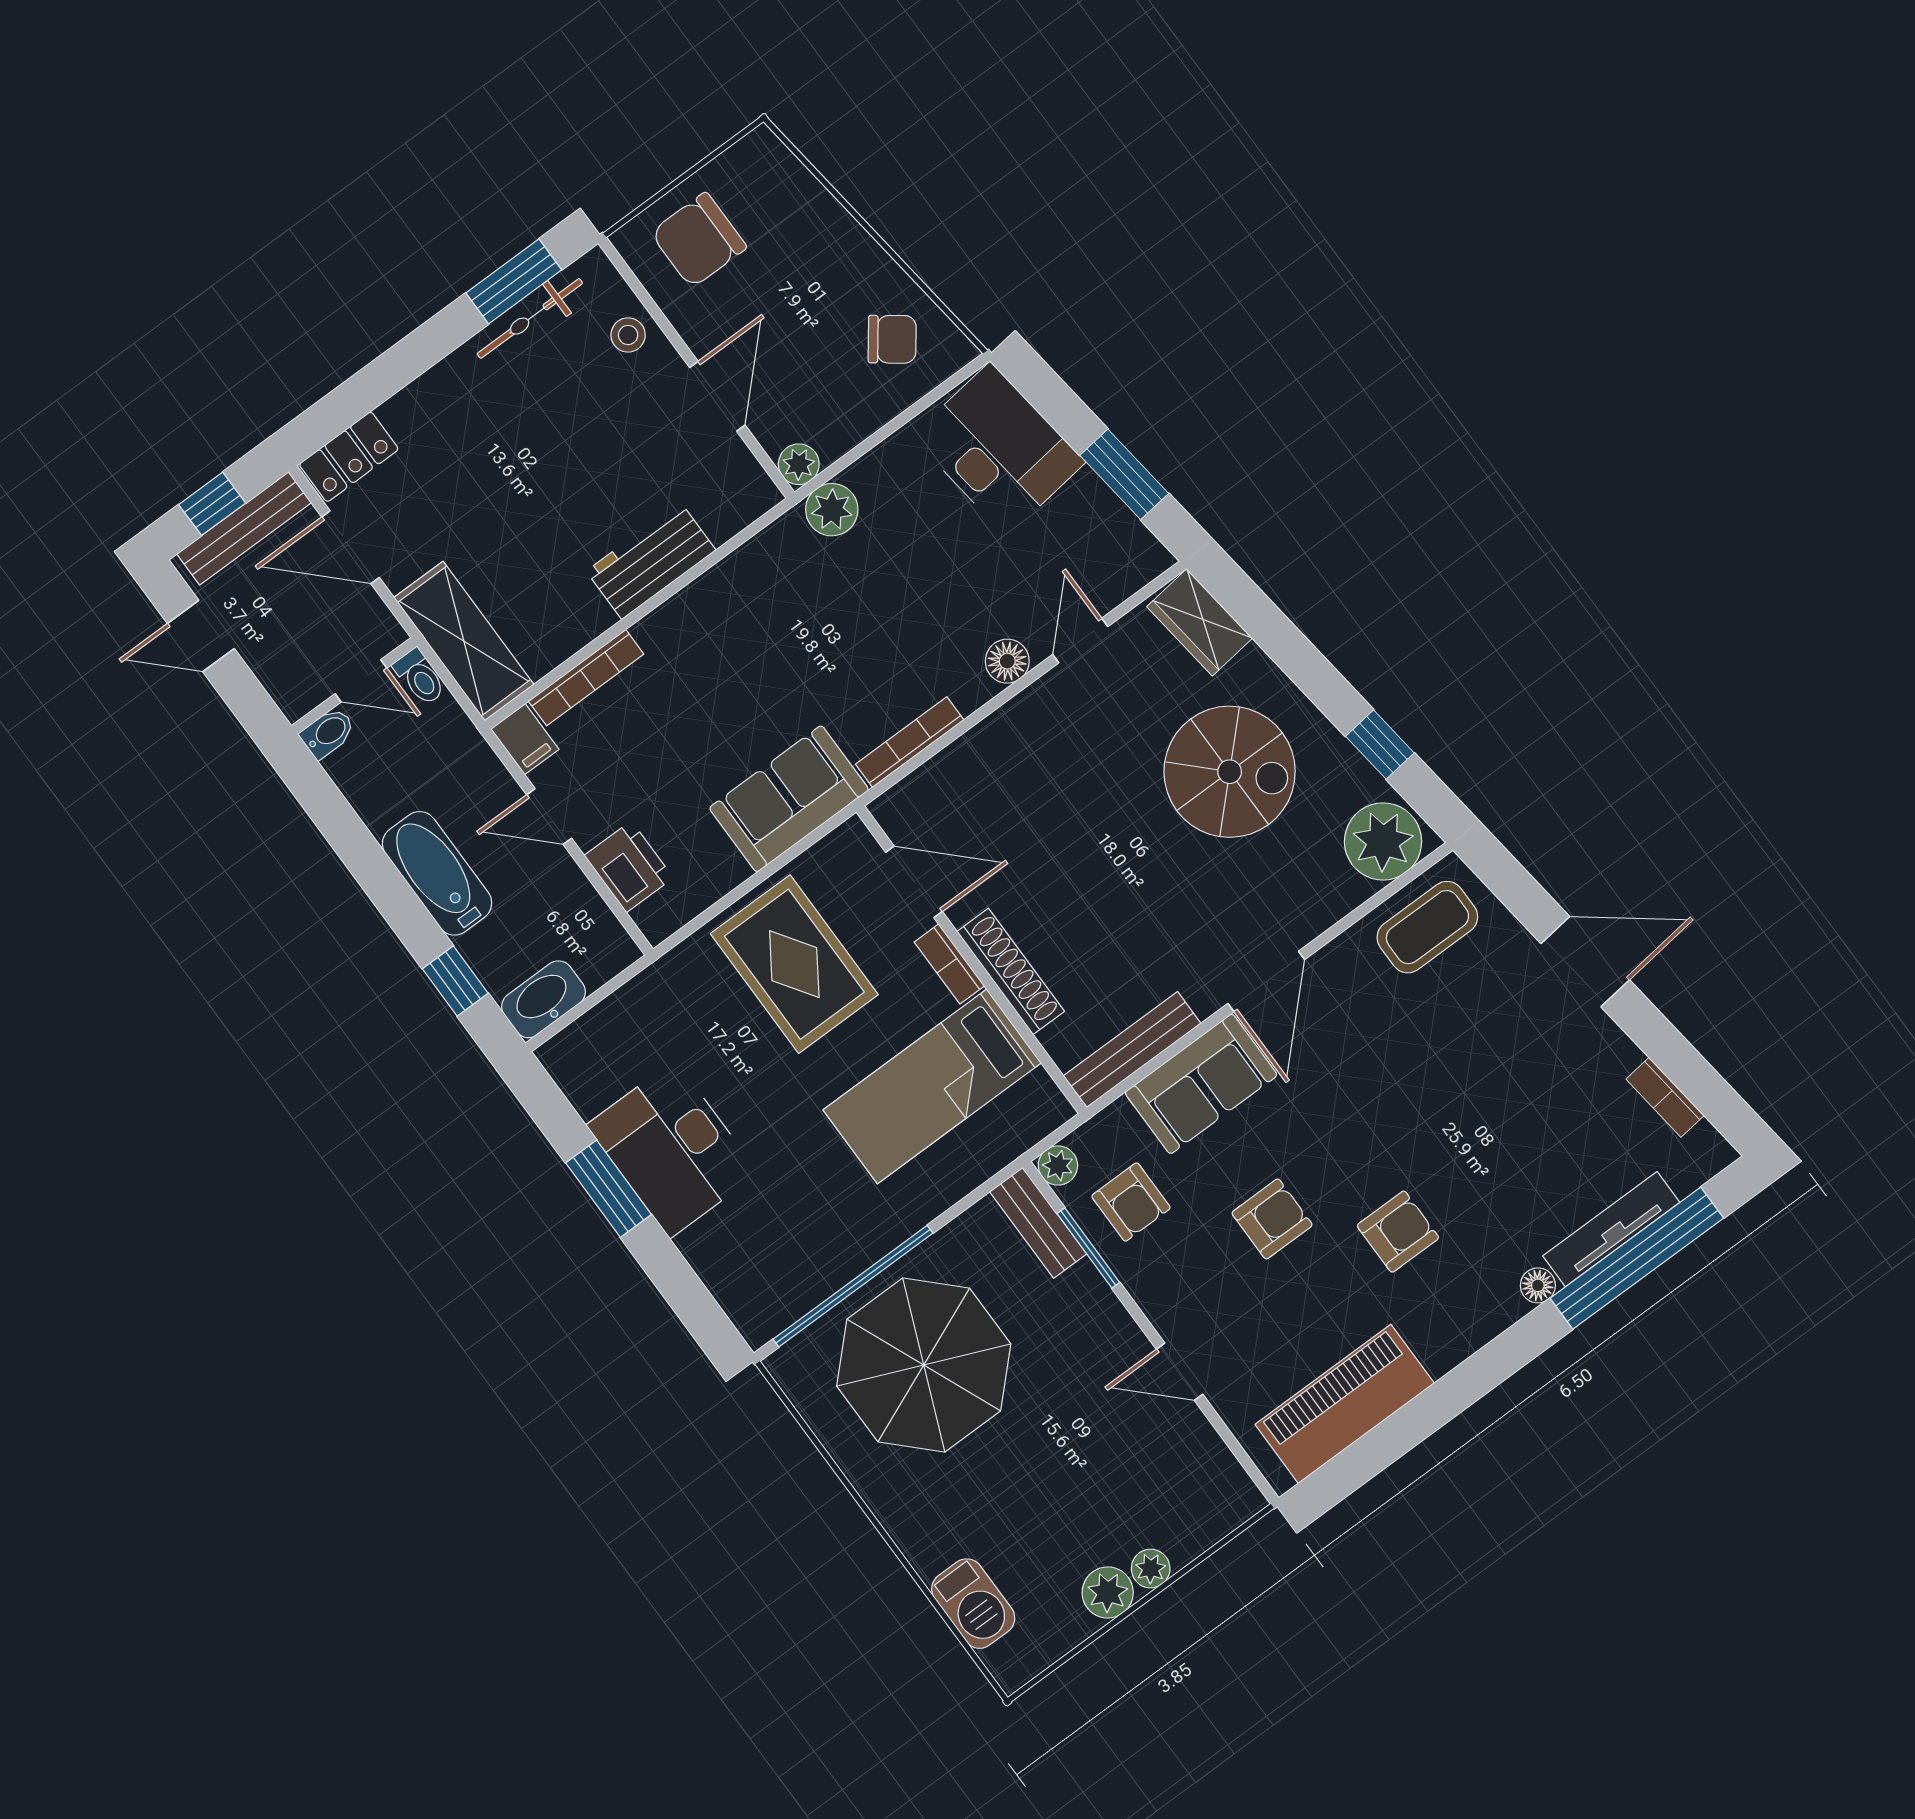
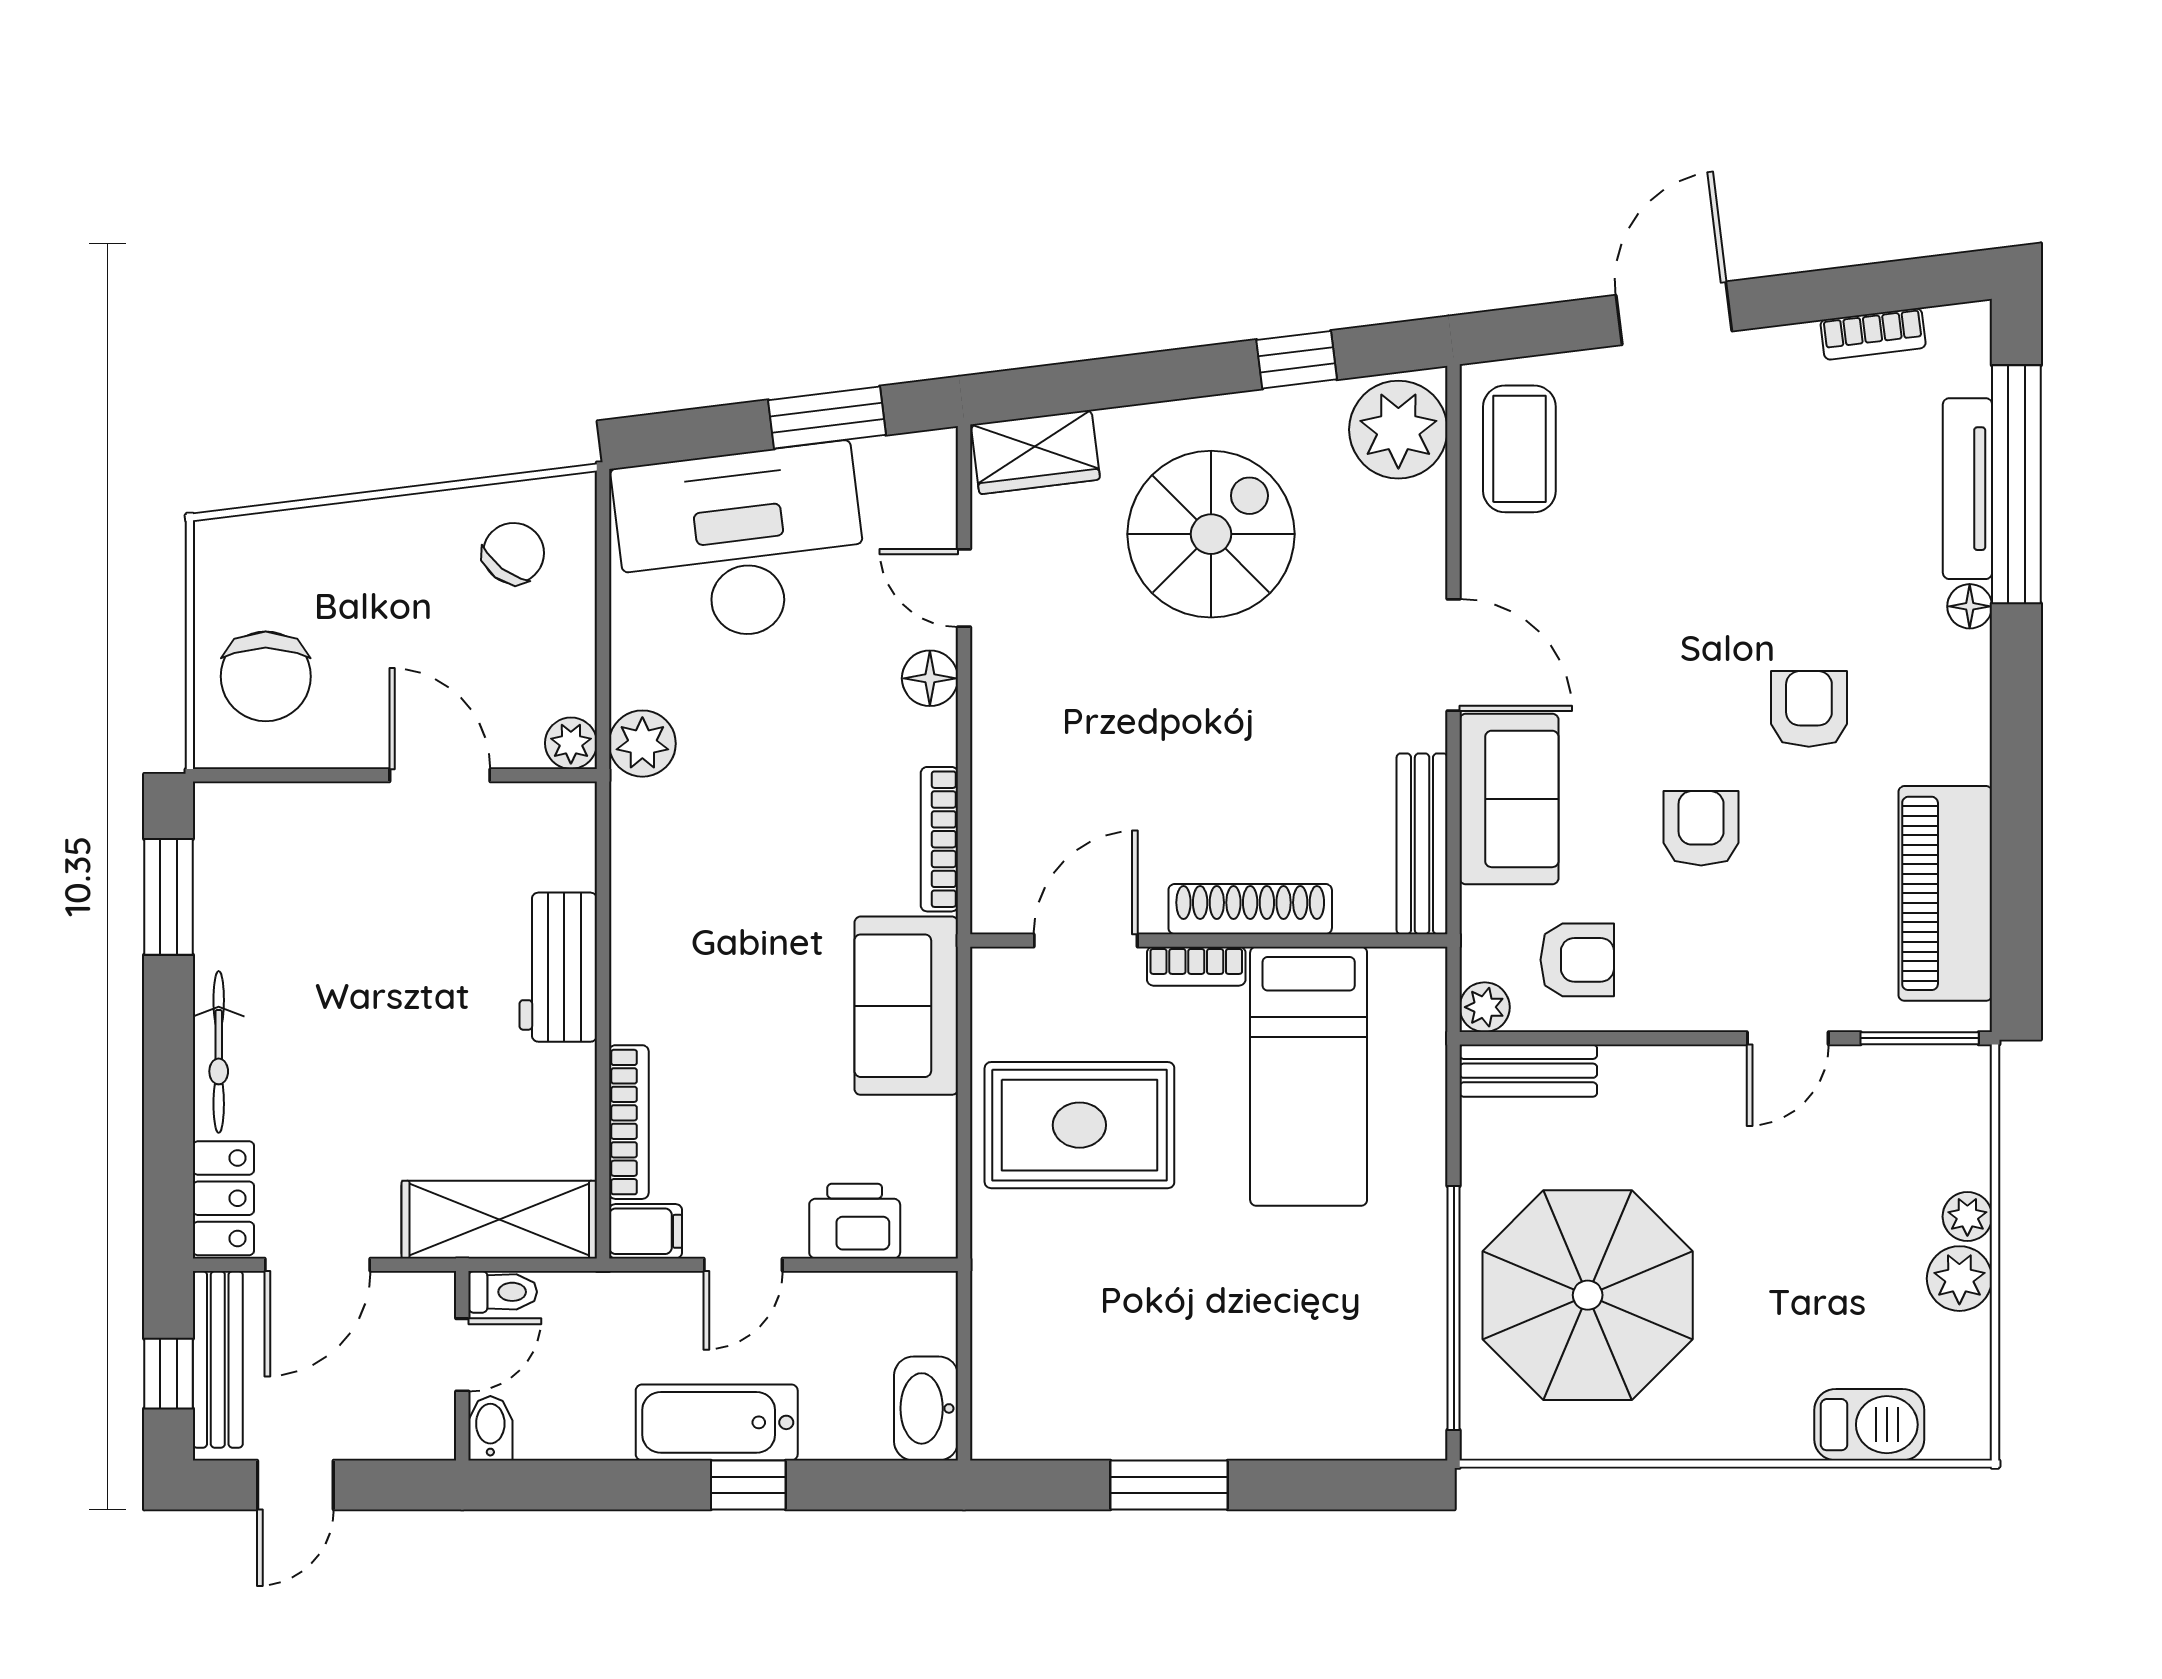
bicycle: (530, 318) -> (219, 1052), moved
stool: (628, 335) -> (310, 820), removed
desk: (998, 449) -> (741, 544), width x1.36, depth x1.30
window: (455, 981) -> (748, 1485), moved
desk: (672, 1149) -> (1177, 1390), removed
window: (1088, 1248) -> (1920, 1038), moved

